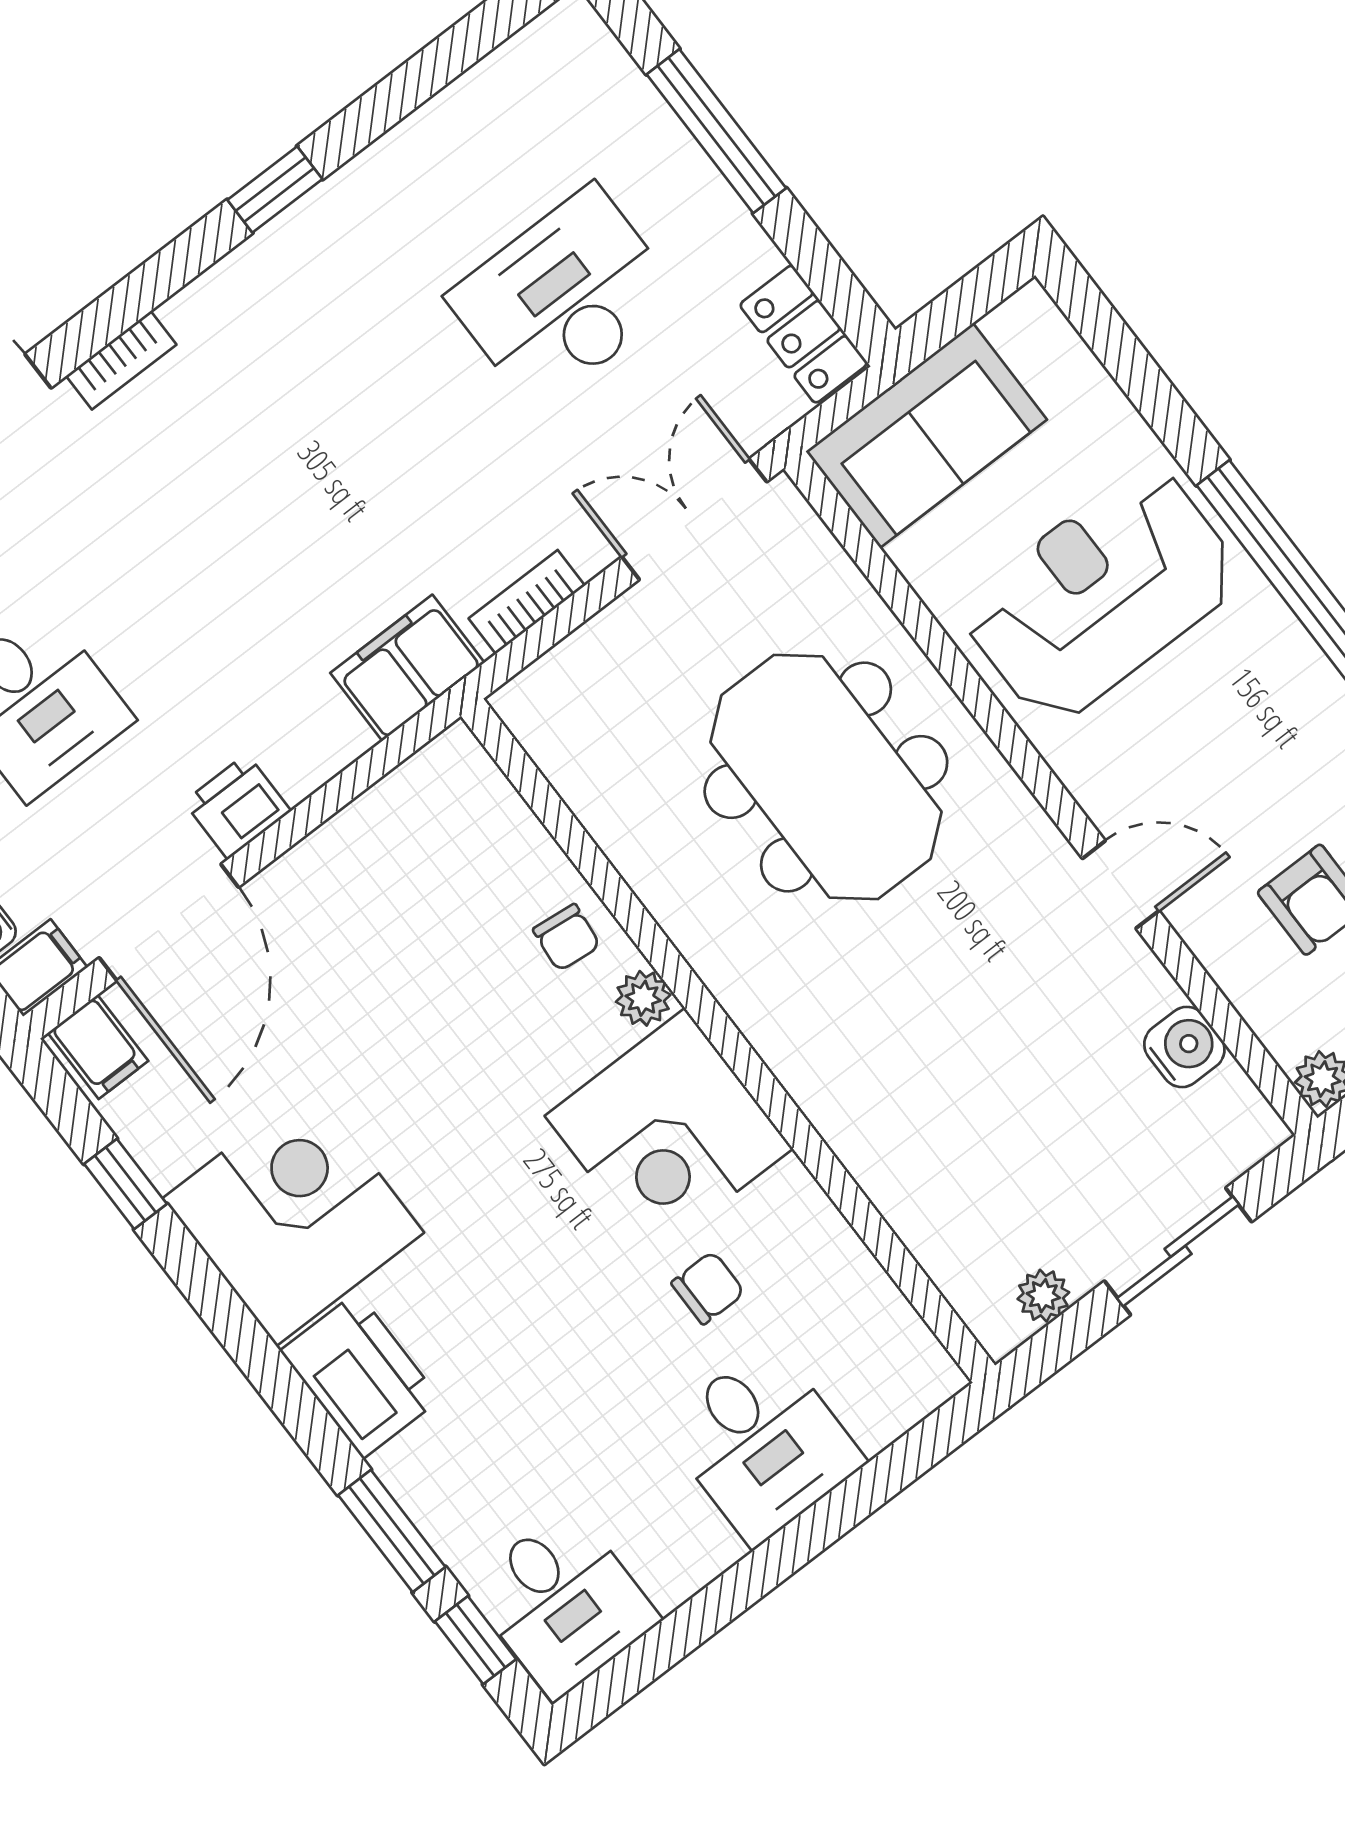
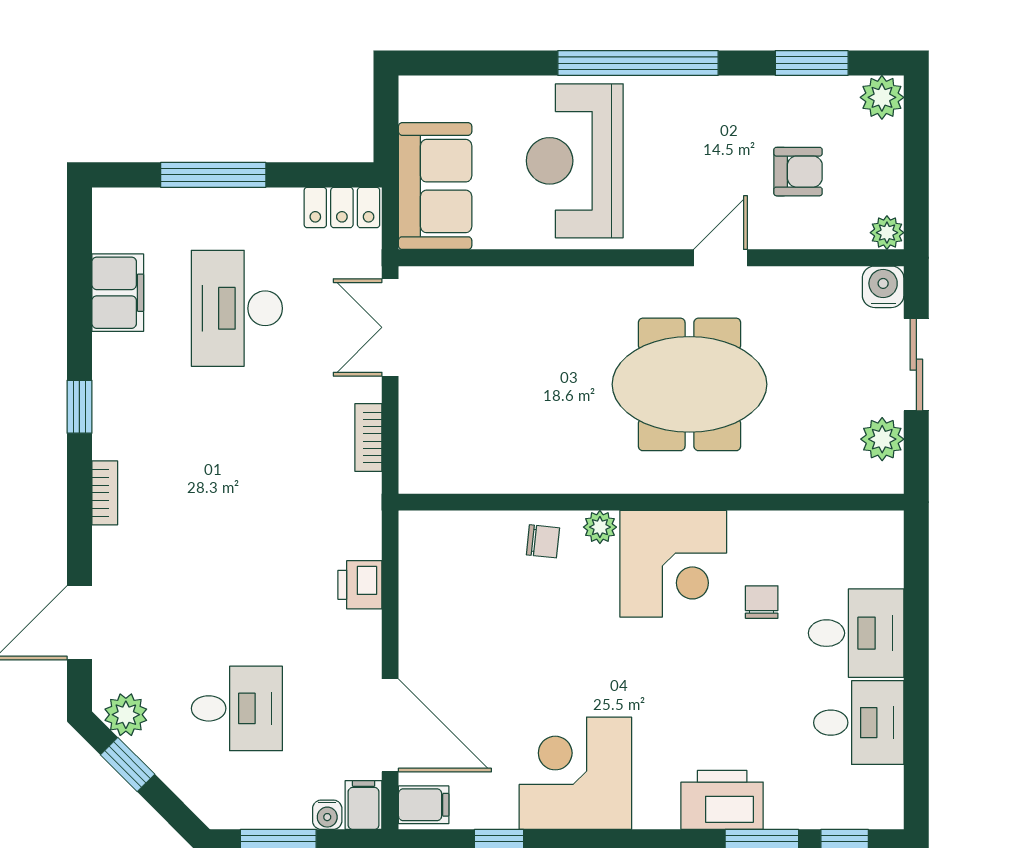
bookcase: (121, 360) -> (105, 493), moved
filing cabinet: (407, 668) -> (118, 293), moved, turned 180
meeting table: (826, 777) -> (689, 384), moved
printer: (237, 806) -> (360, 585), moved
water cooler: (1184, 1047) -> (883, 287), moved
plant: (1043, 1296) -> (882, 439), width x1.38, depth x1.38
printer: (360, 1375) -> (722, 800), moved
desk: (563, 1603) -> (859, 723), moved

